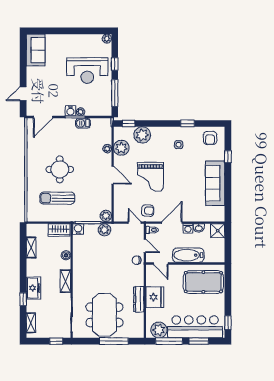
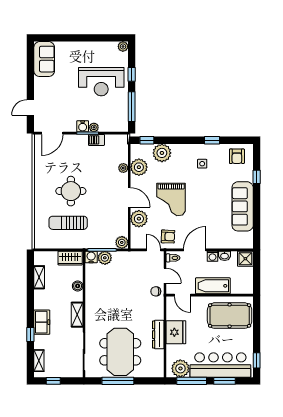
plant: (121, 194) -> (139, 219), added
plant: (104, 230) -> (105, 258), moved
window: (56, 341) -> (53, 381), moved
window: (114, 341) -> (118, 381), moved

